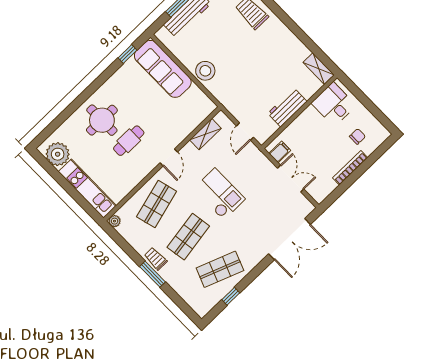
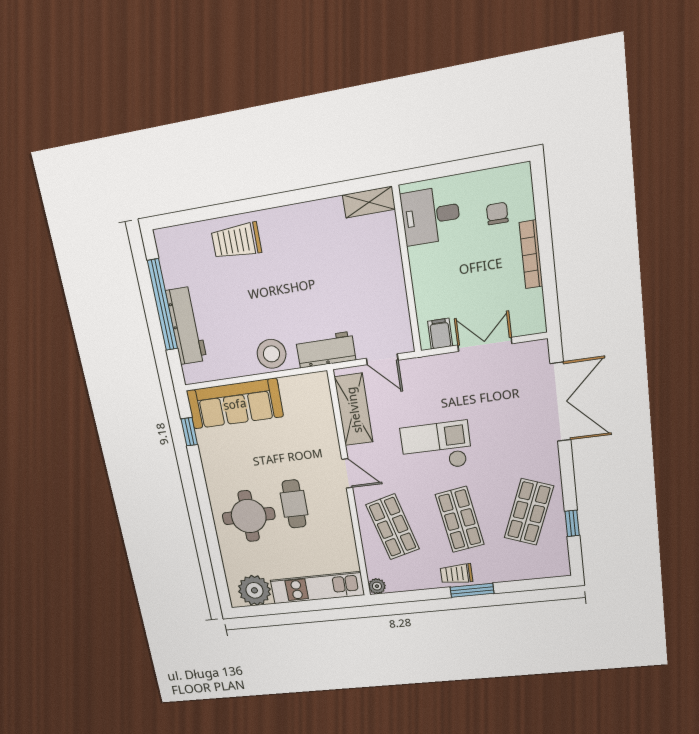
workbench: (287, 107) -> (326, 350), moved, turned 90
shelving: (205, 134) -> (354, 410), width x1.50, depth x1.33

